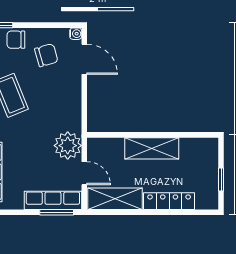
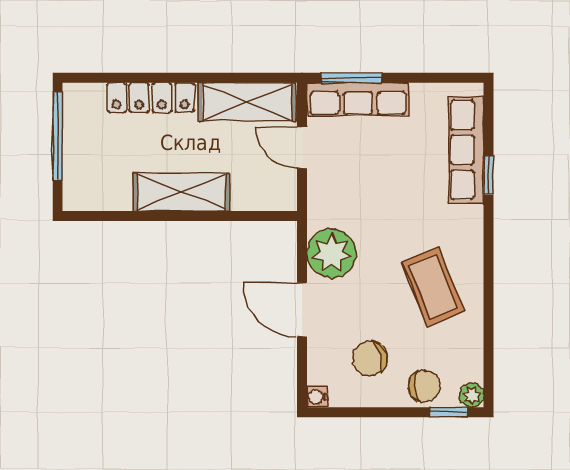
door: (84, 59) -> (302, 310), moved
plant: (68, 146) -> (332, 253), moved
window: (221, 180) -> (58, 136), width x2.17

